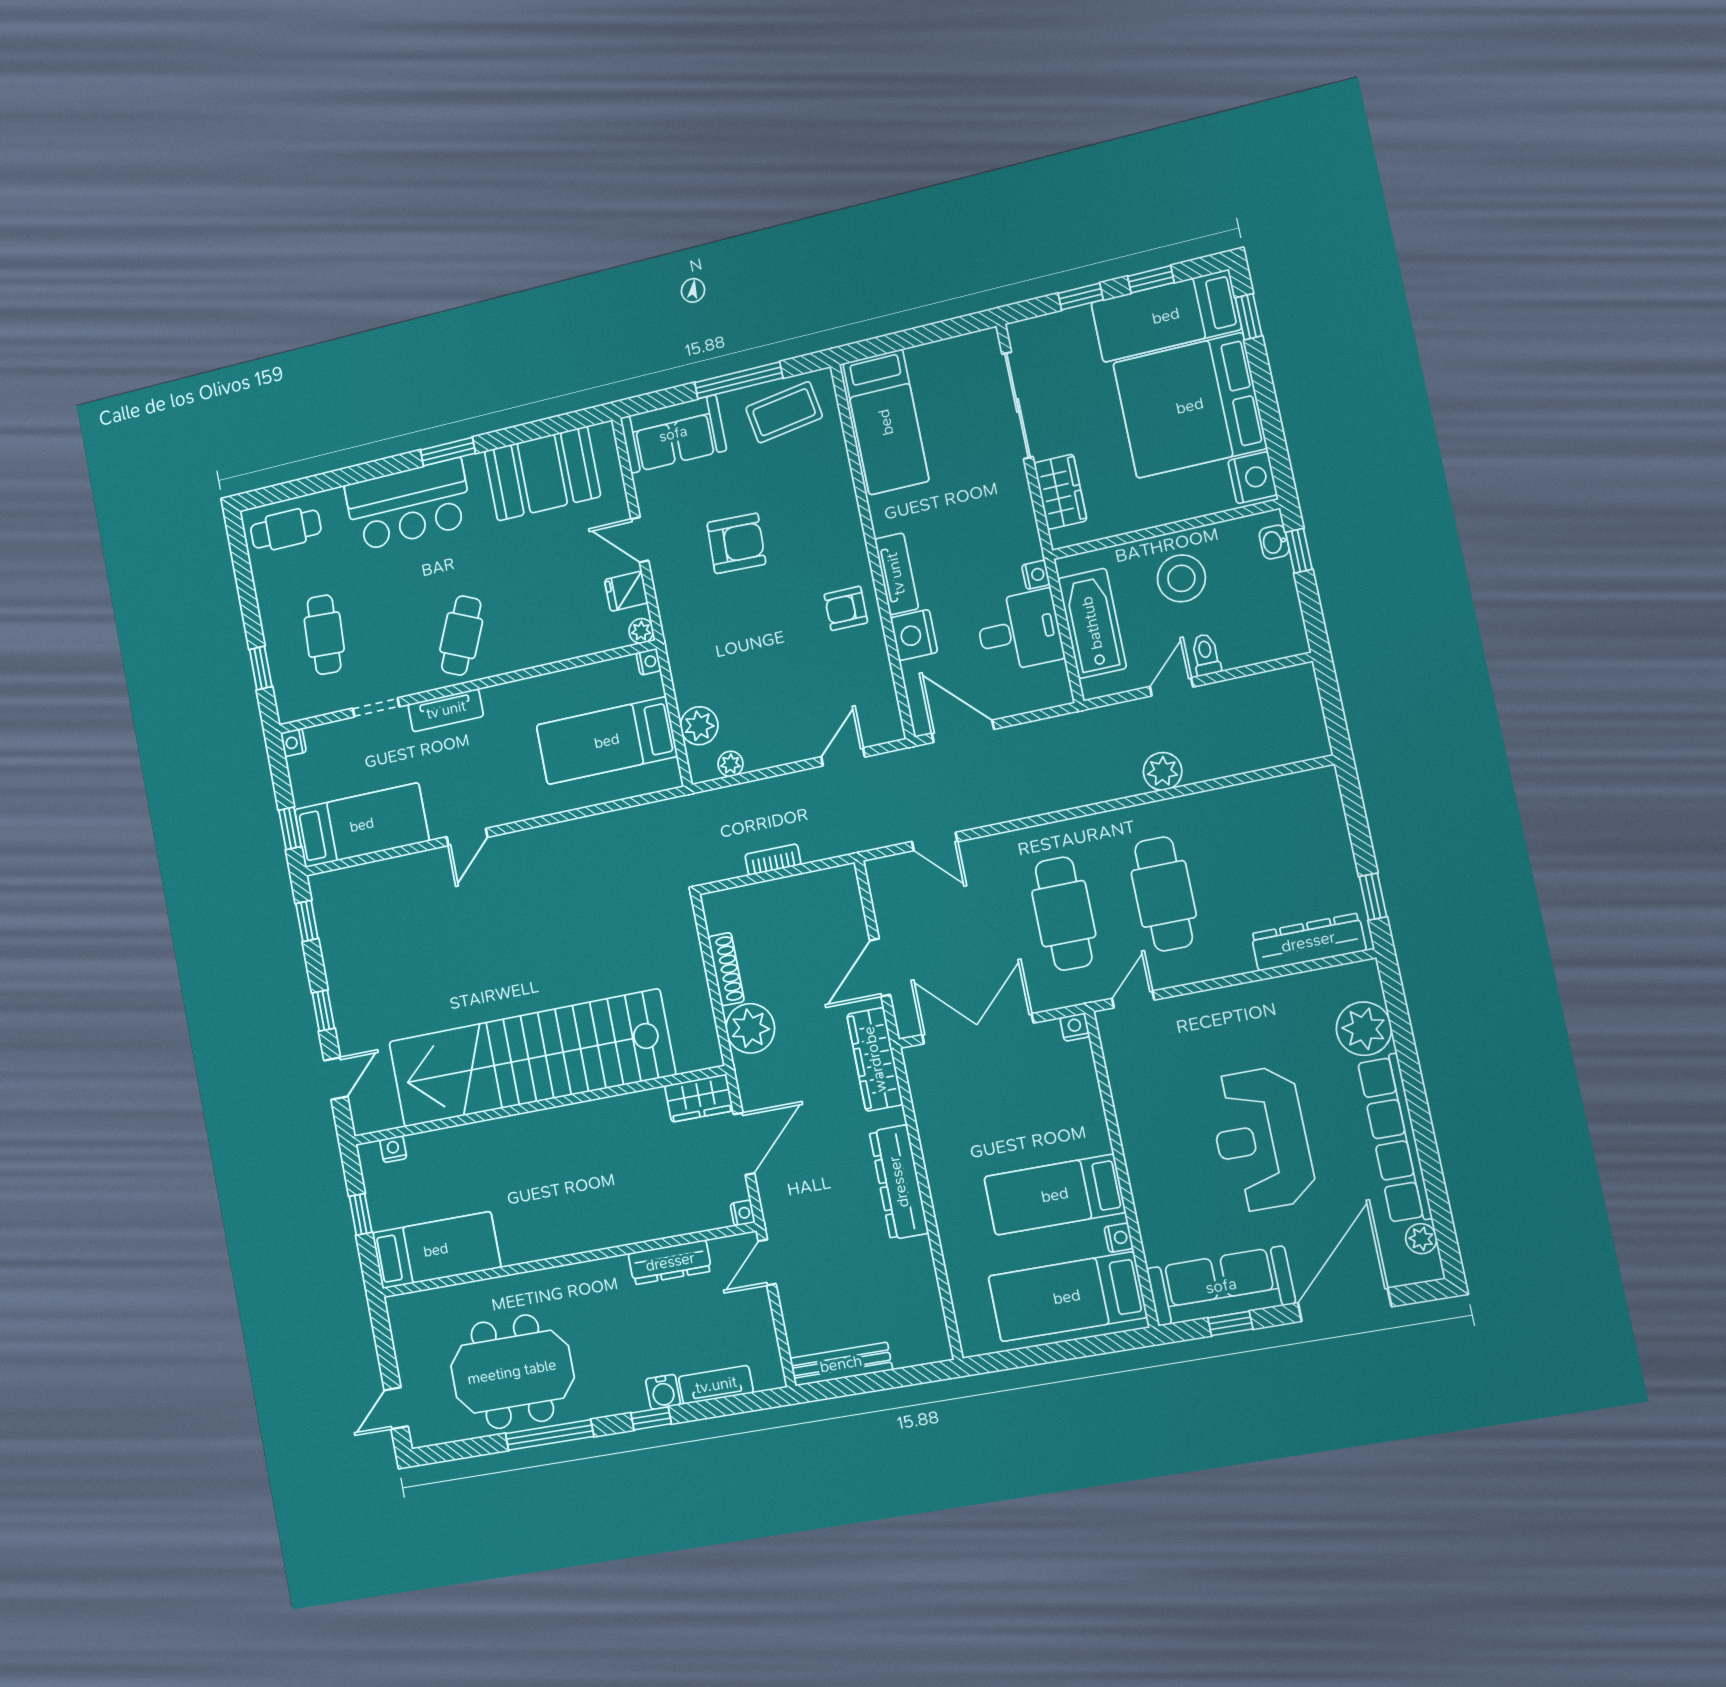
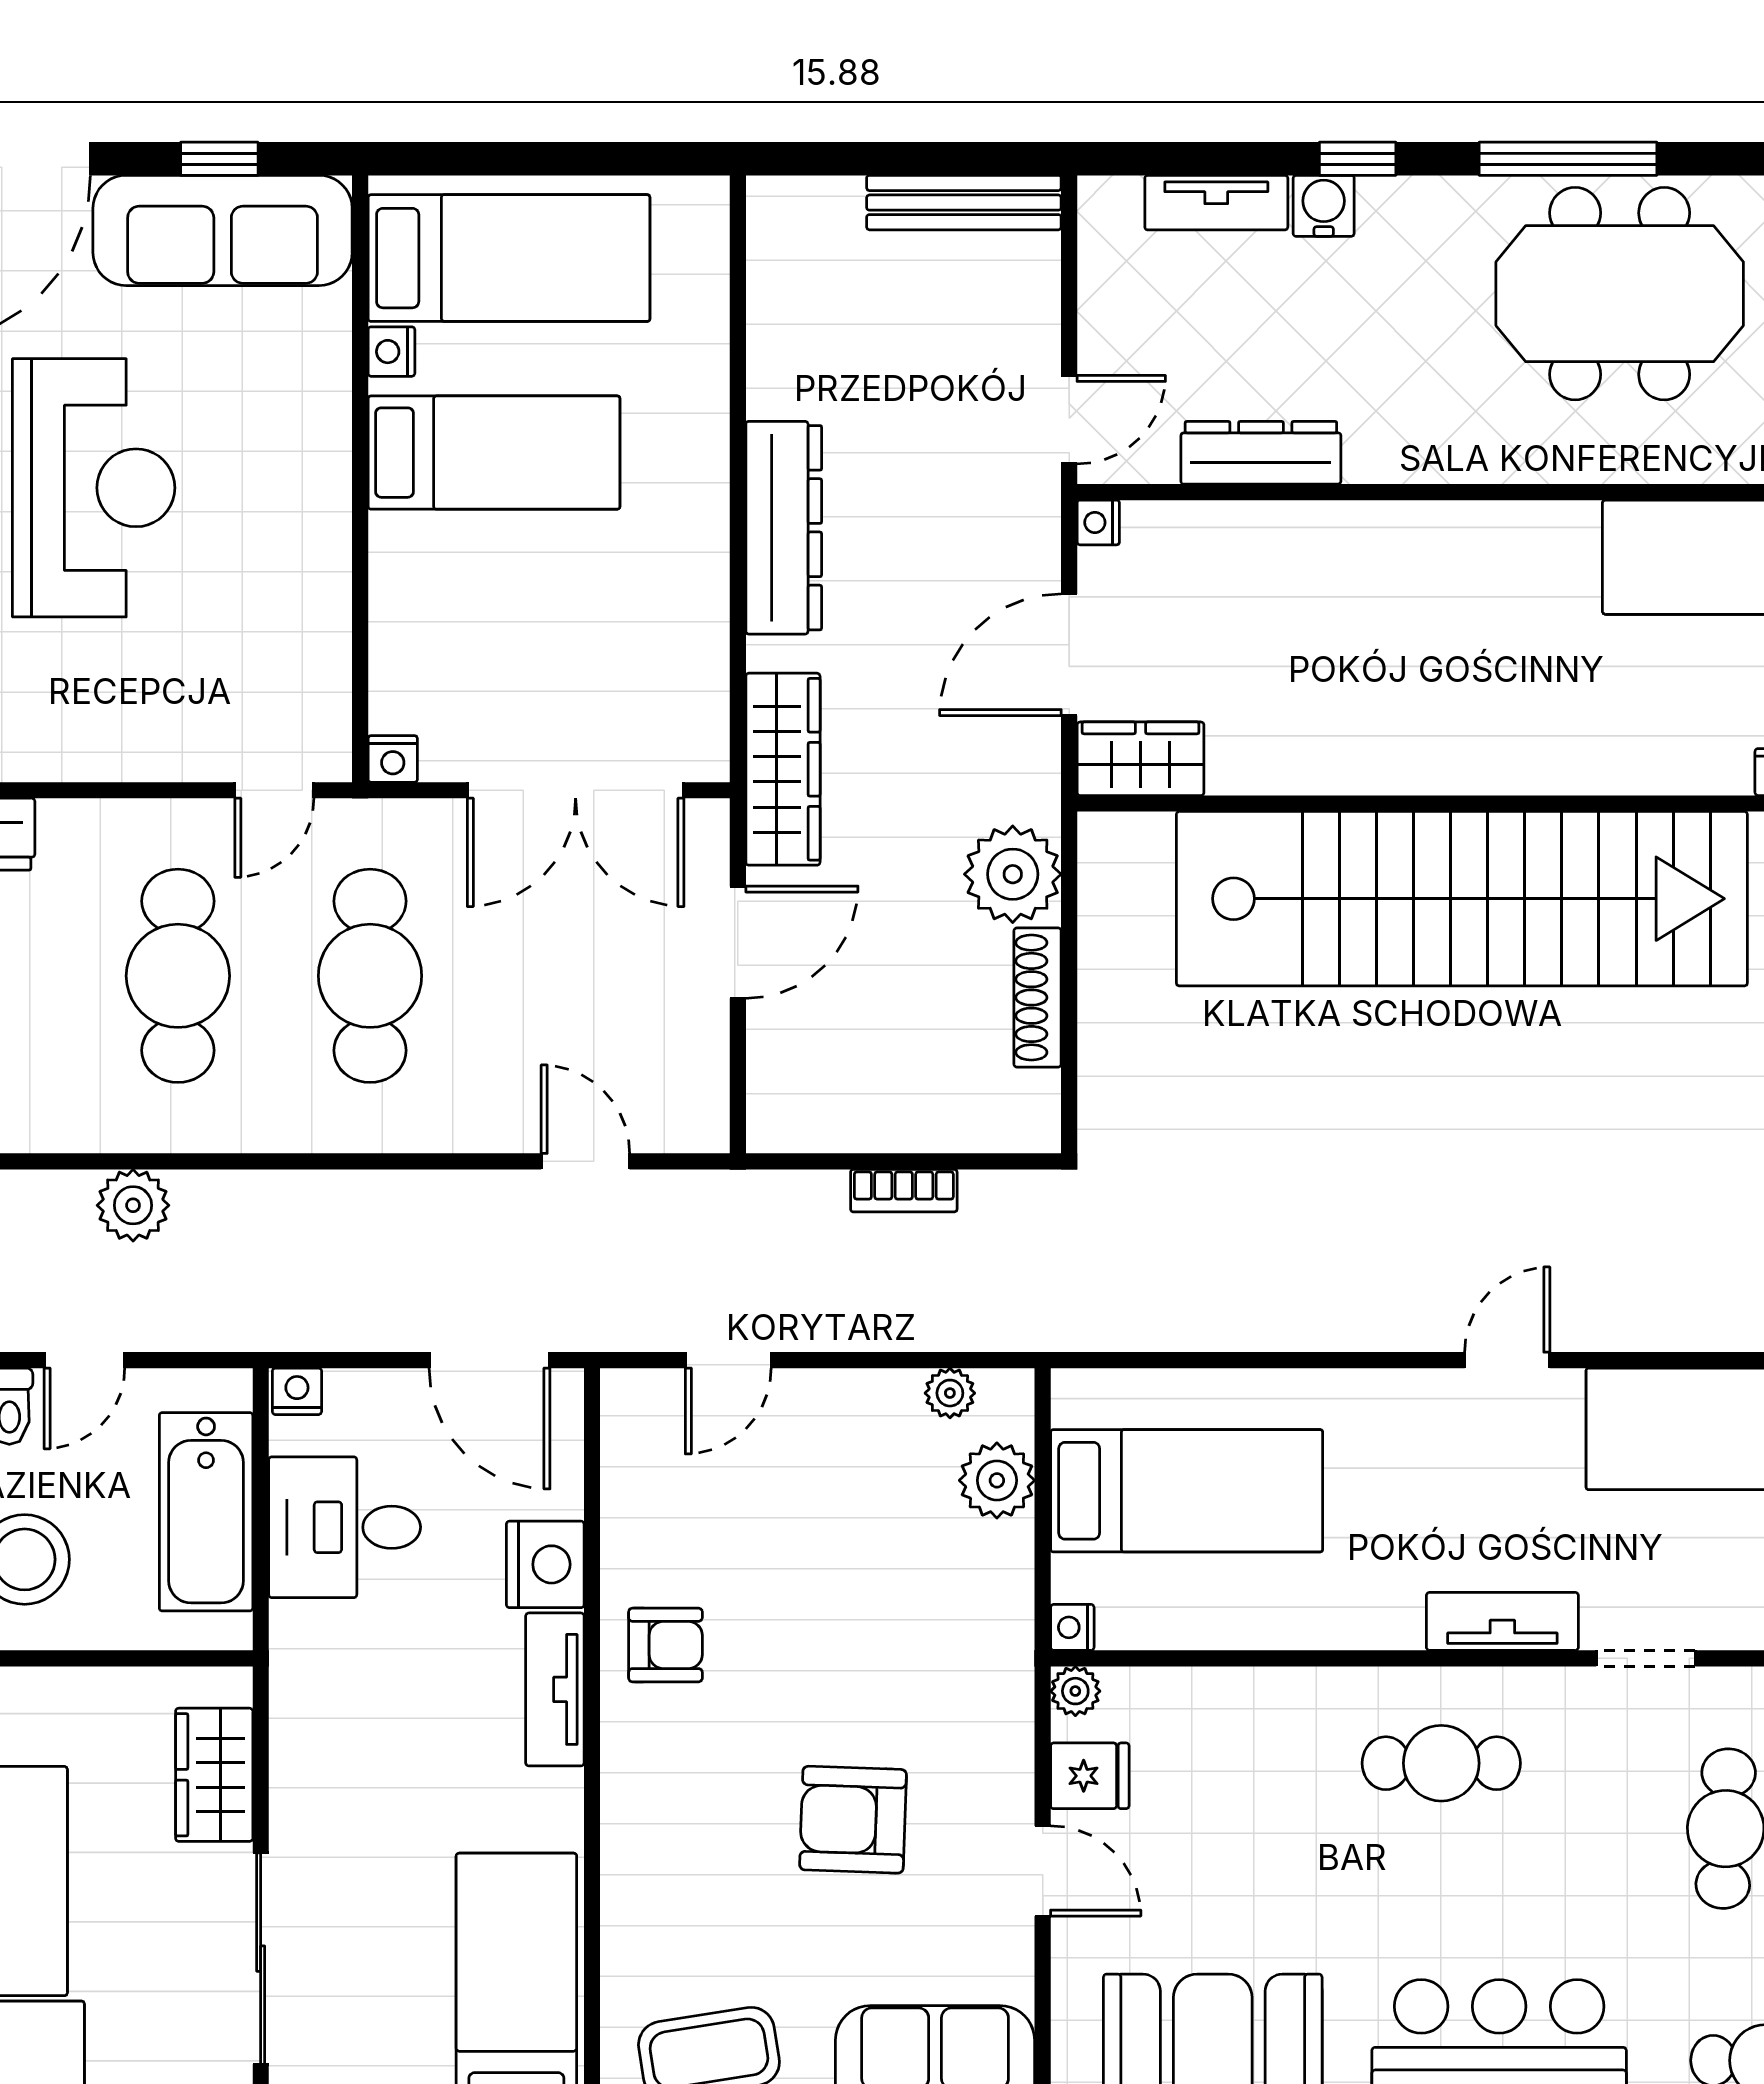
nightstand: (1036, 575) -> (297, 1391), moved, turned 90
cafe table: (461, 636) -> (1441, 1763), turned 66

